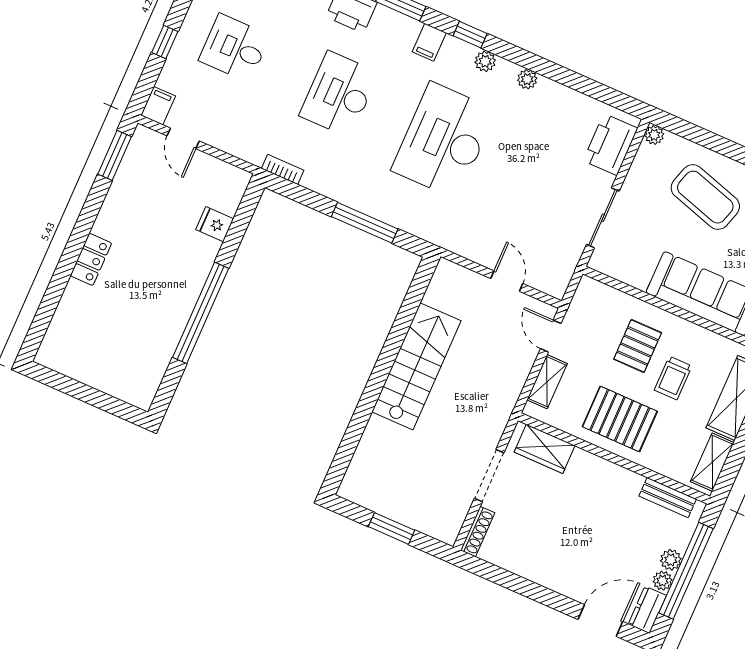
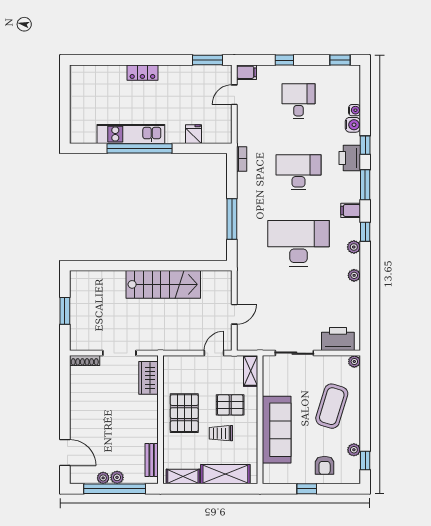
kitchen unit: (174, 316) -> (131, 134), added
shelving: (547, 382) -> (251, 371), moved, turned 90
dresser: (647, 610) -> (83, 477), removed

